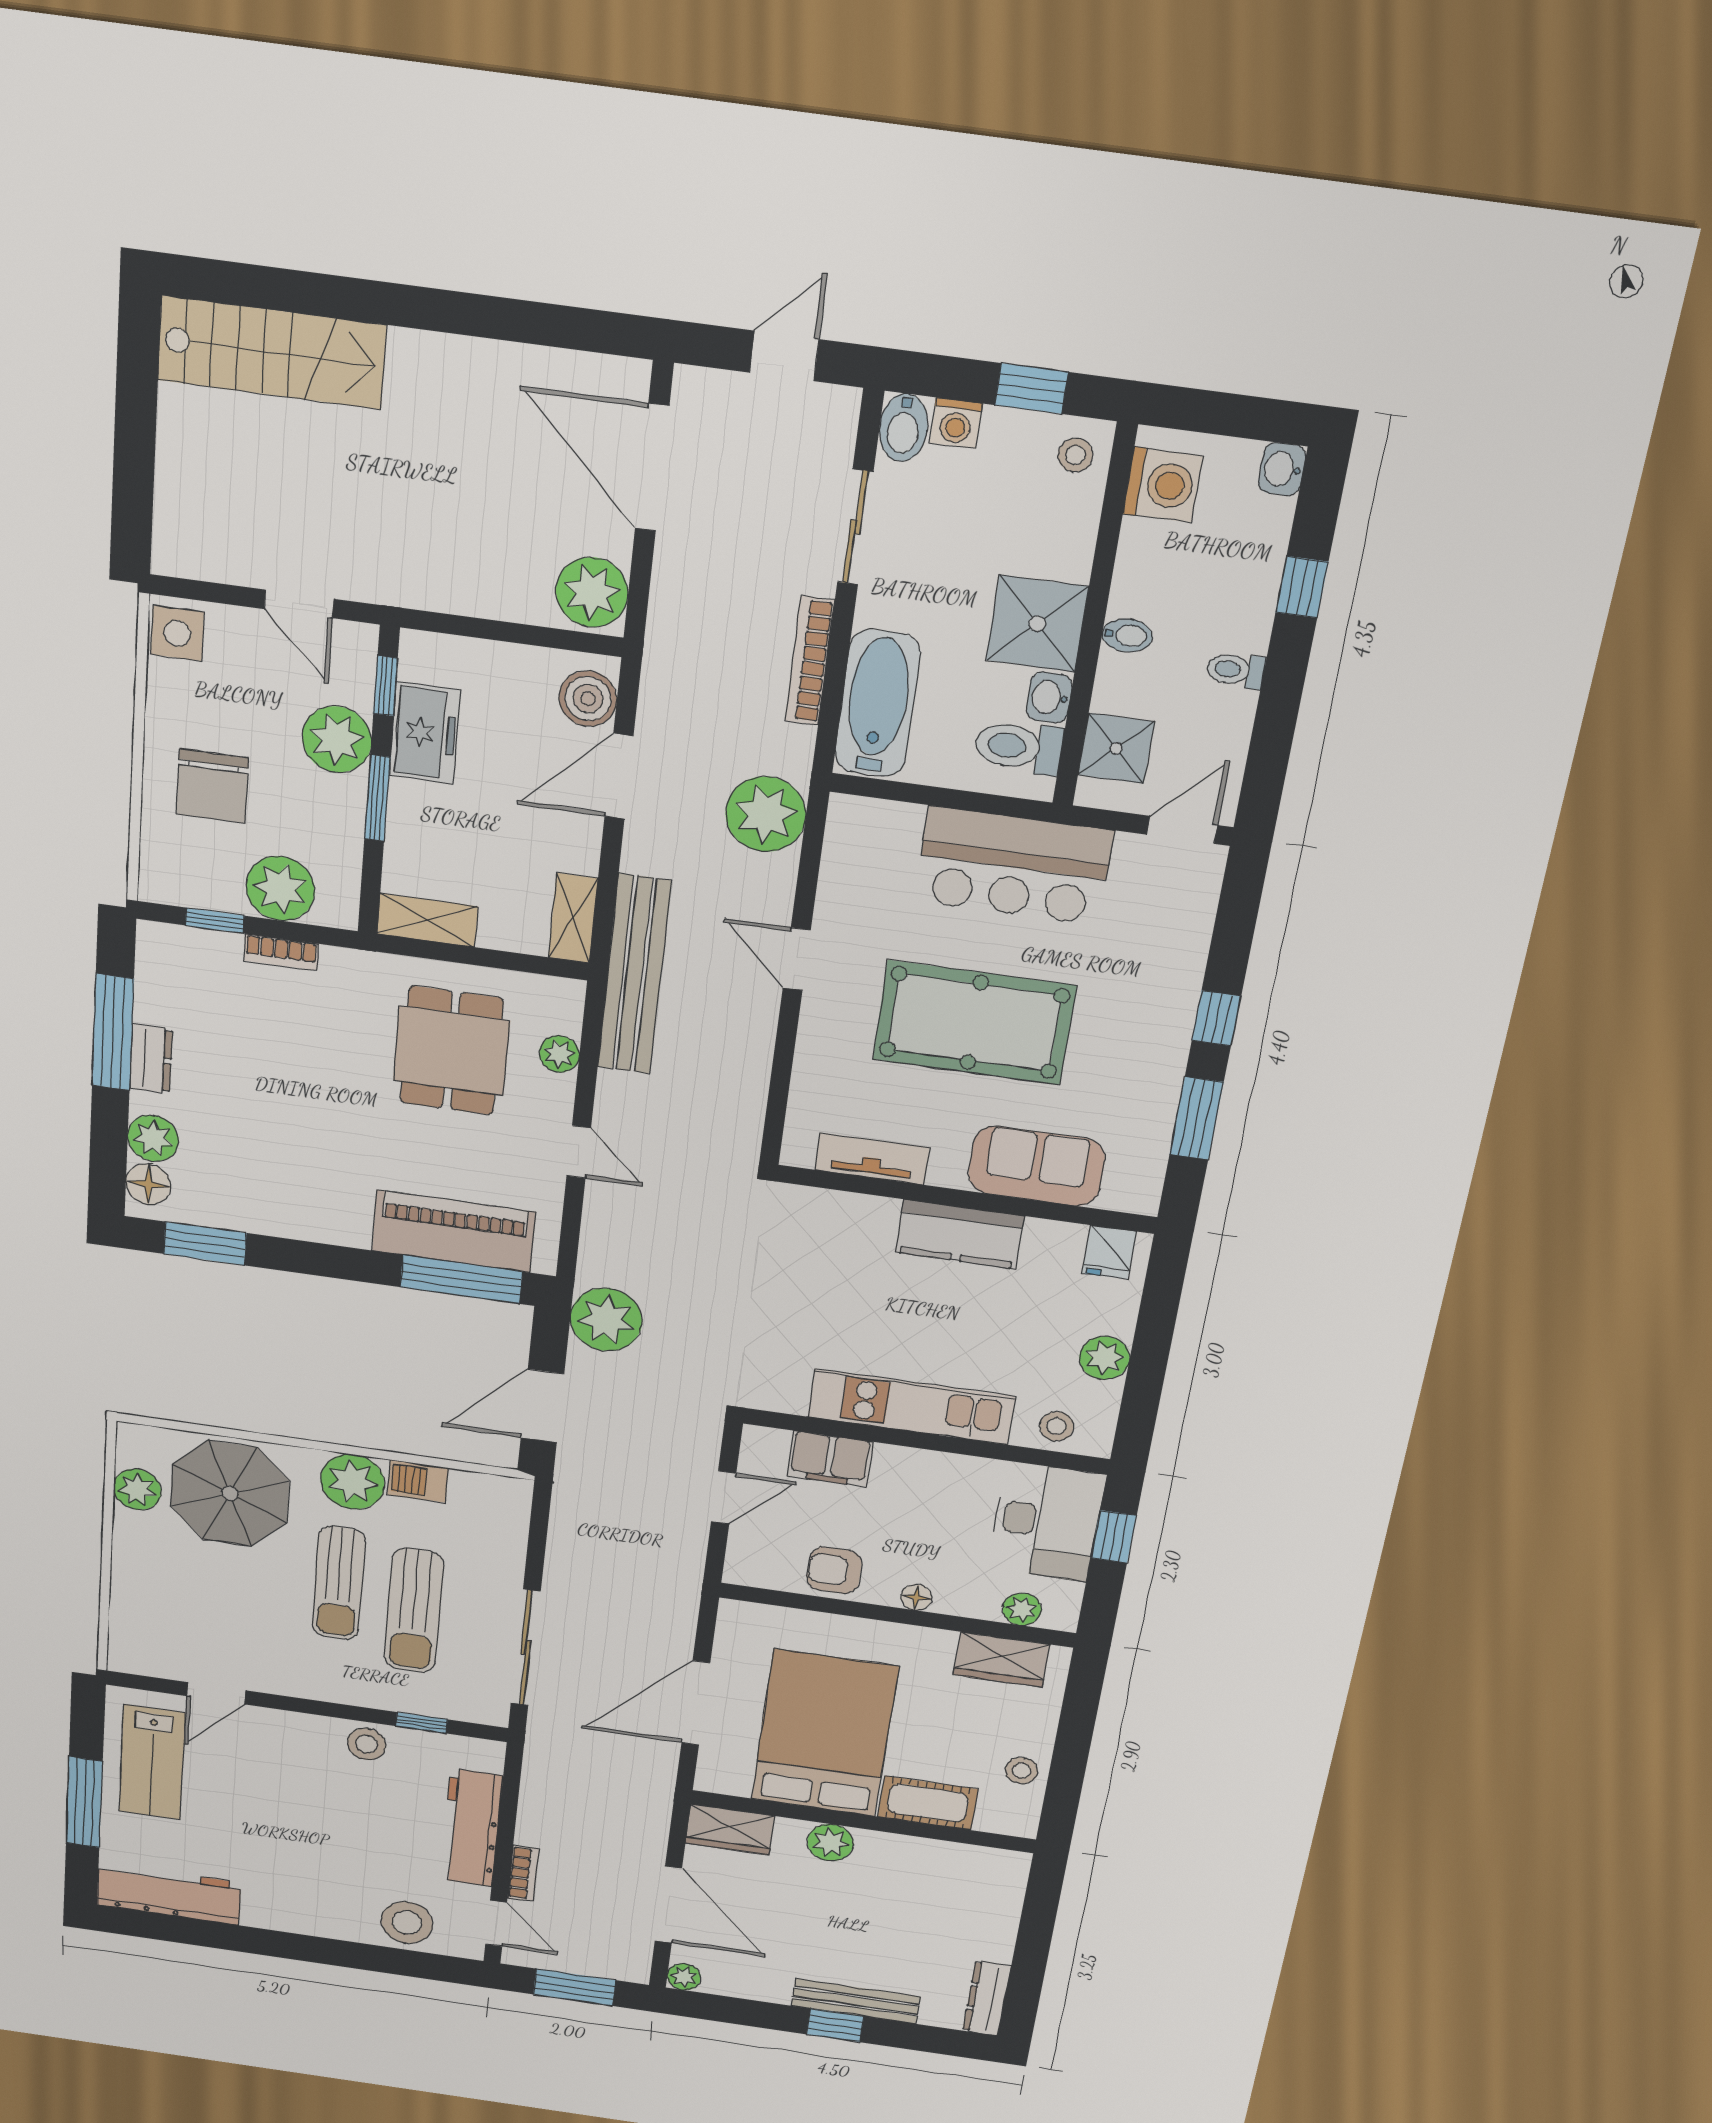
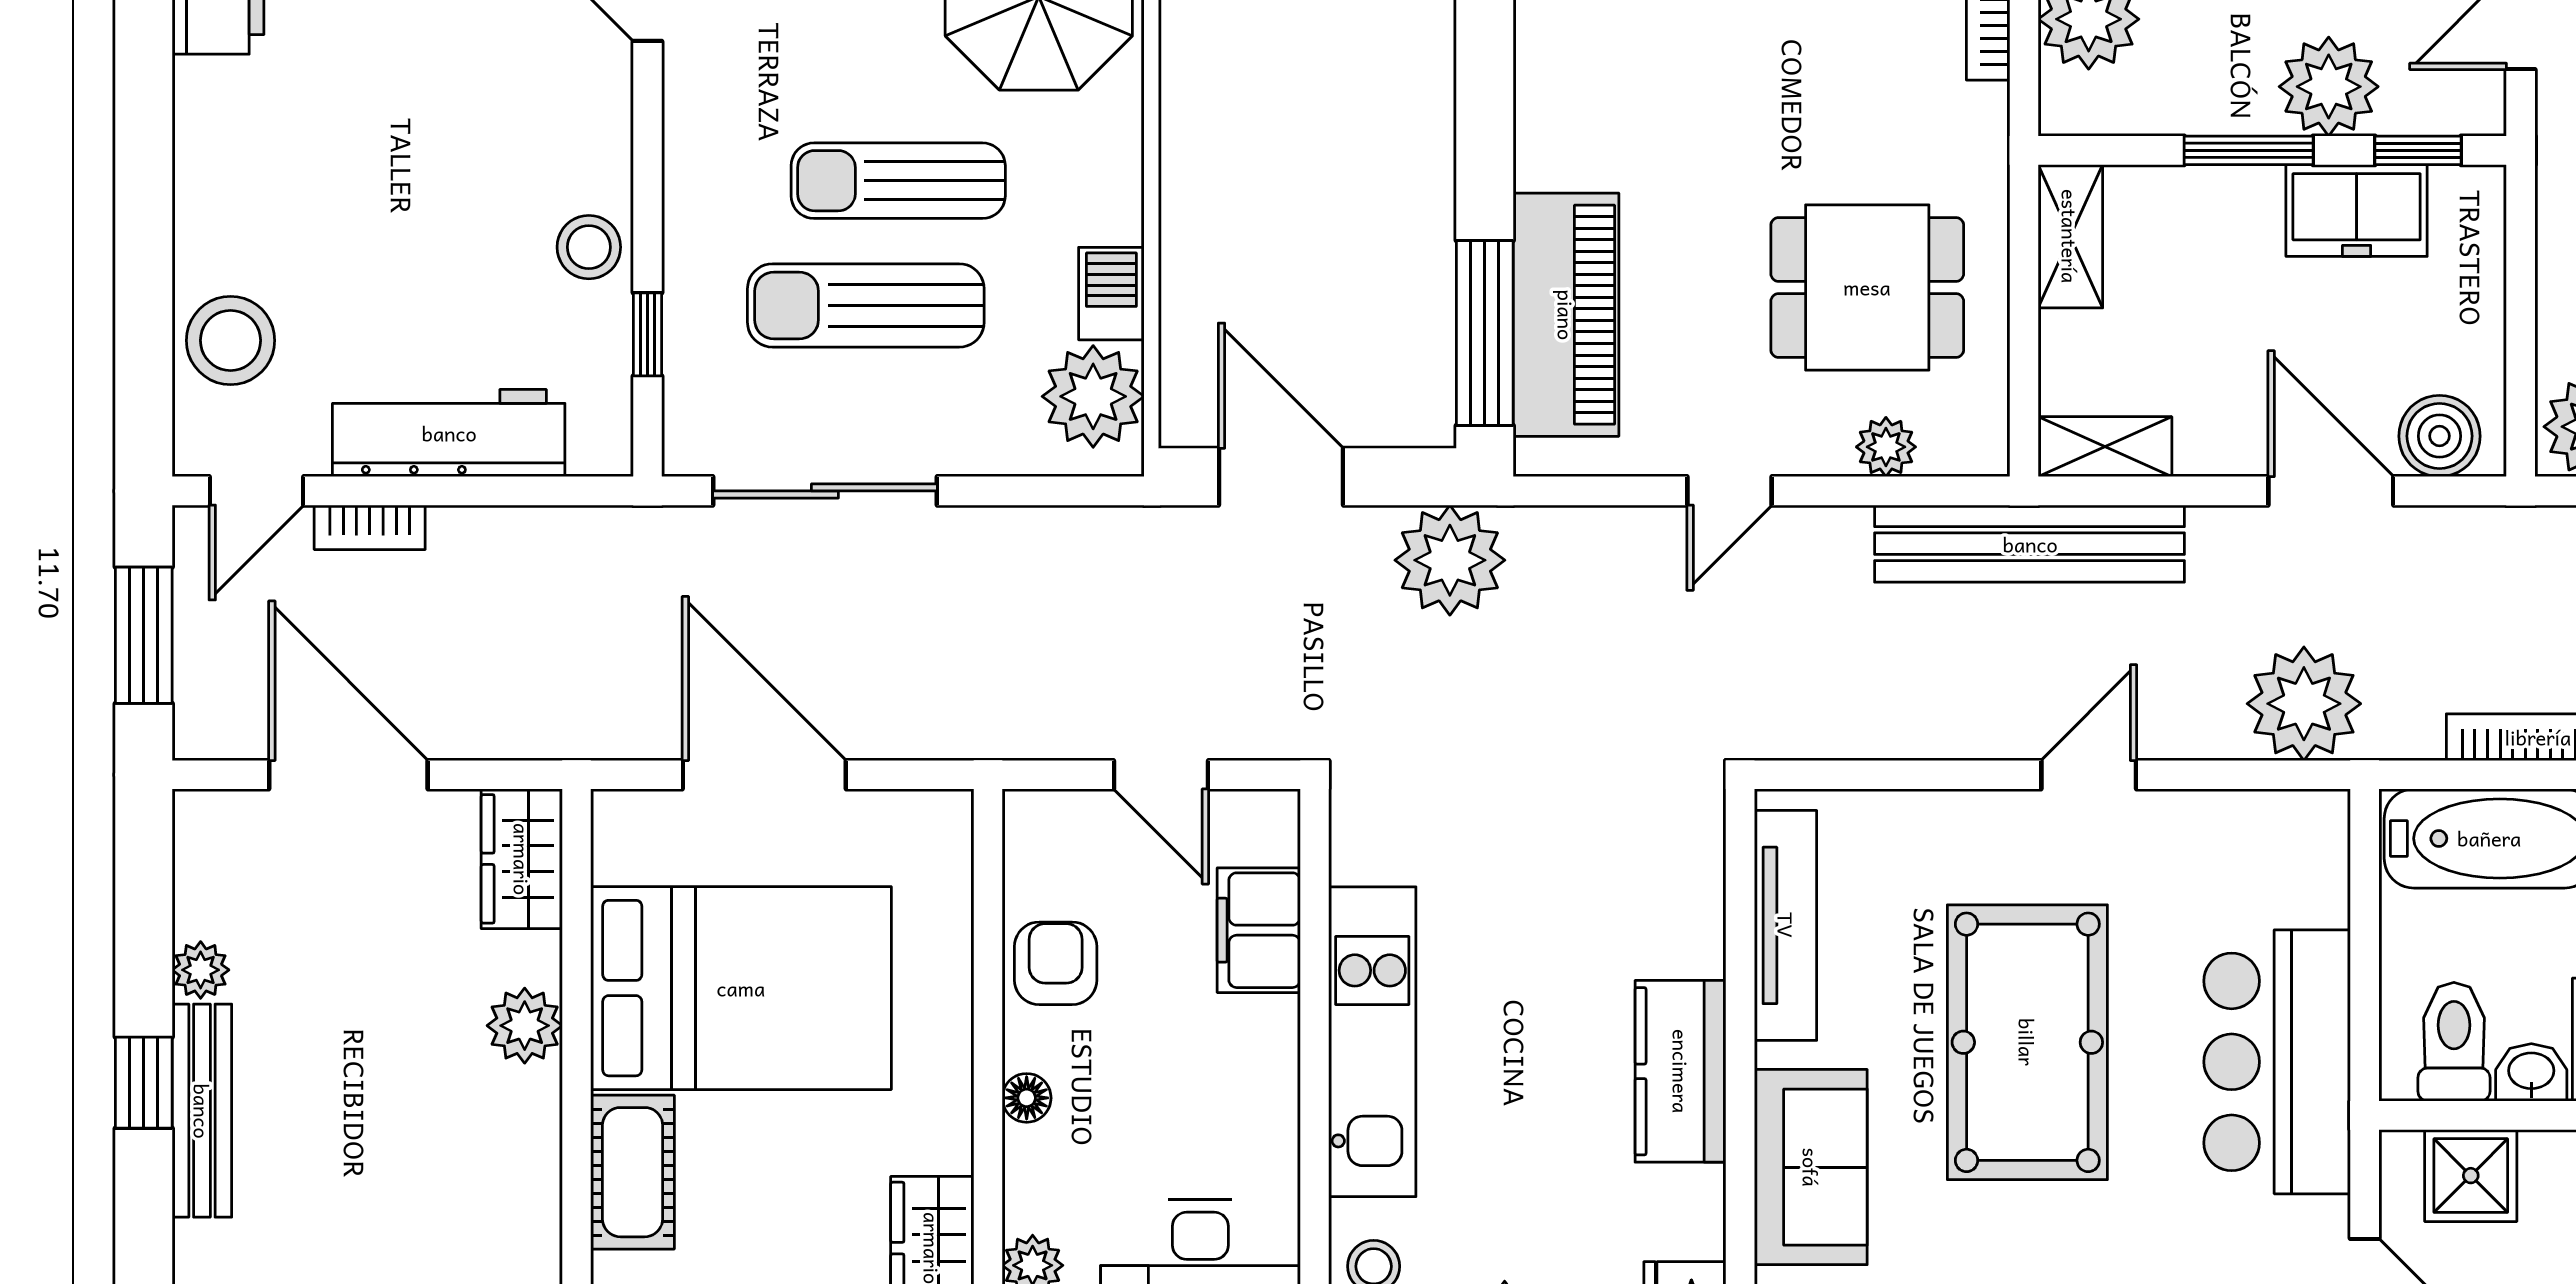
tv unit: (872, 1159) -> (1786, 925), width x1.41
plant: (353, 1482) -> (1093, 396), moved
door: (668, 1905) -> (348, 775), swing flipped
plant: (684, 1977) -> (201, 970), moved

